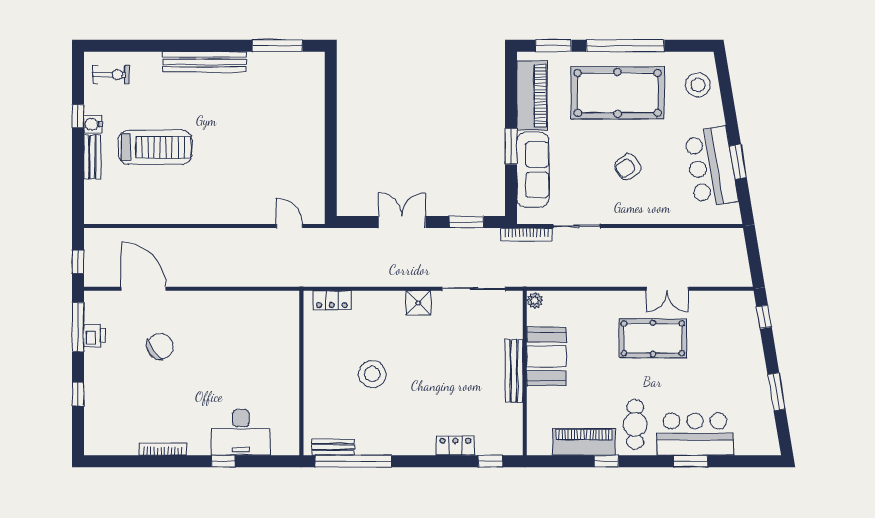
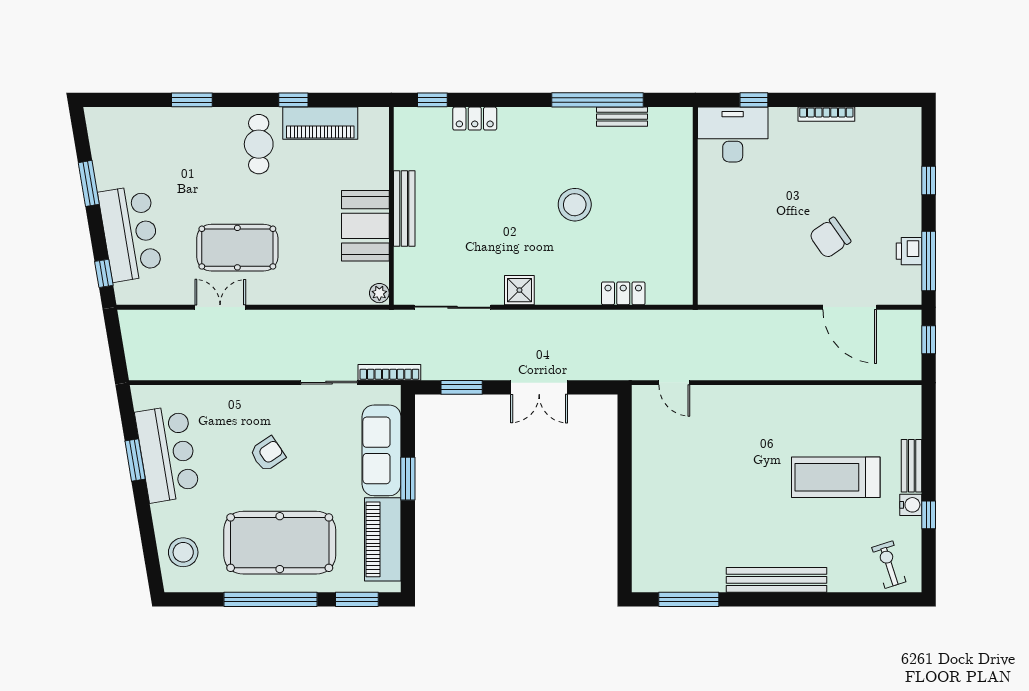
exercise bike: (111, 75) -> (889, 565), turned 72
wall: (301, 373) -> (695, 206), moved
bar counter: (695, 434) -> (130, 233), moved, turned -100

